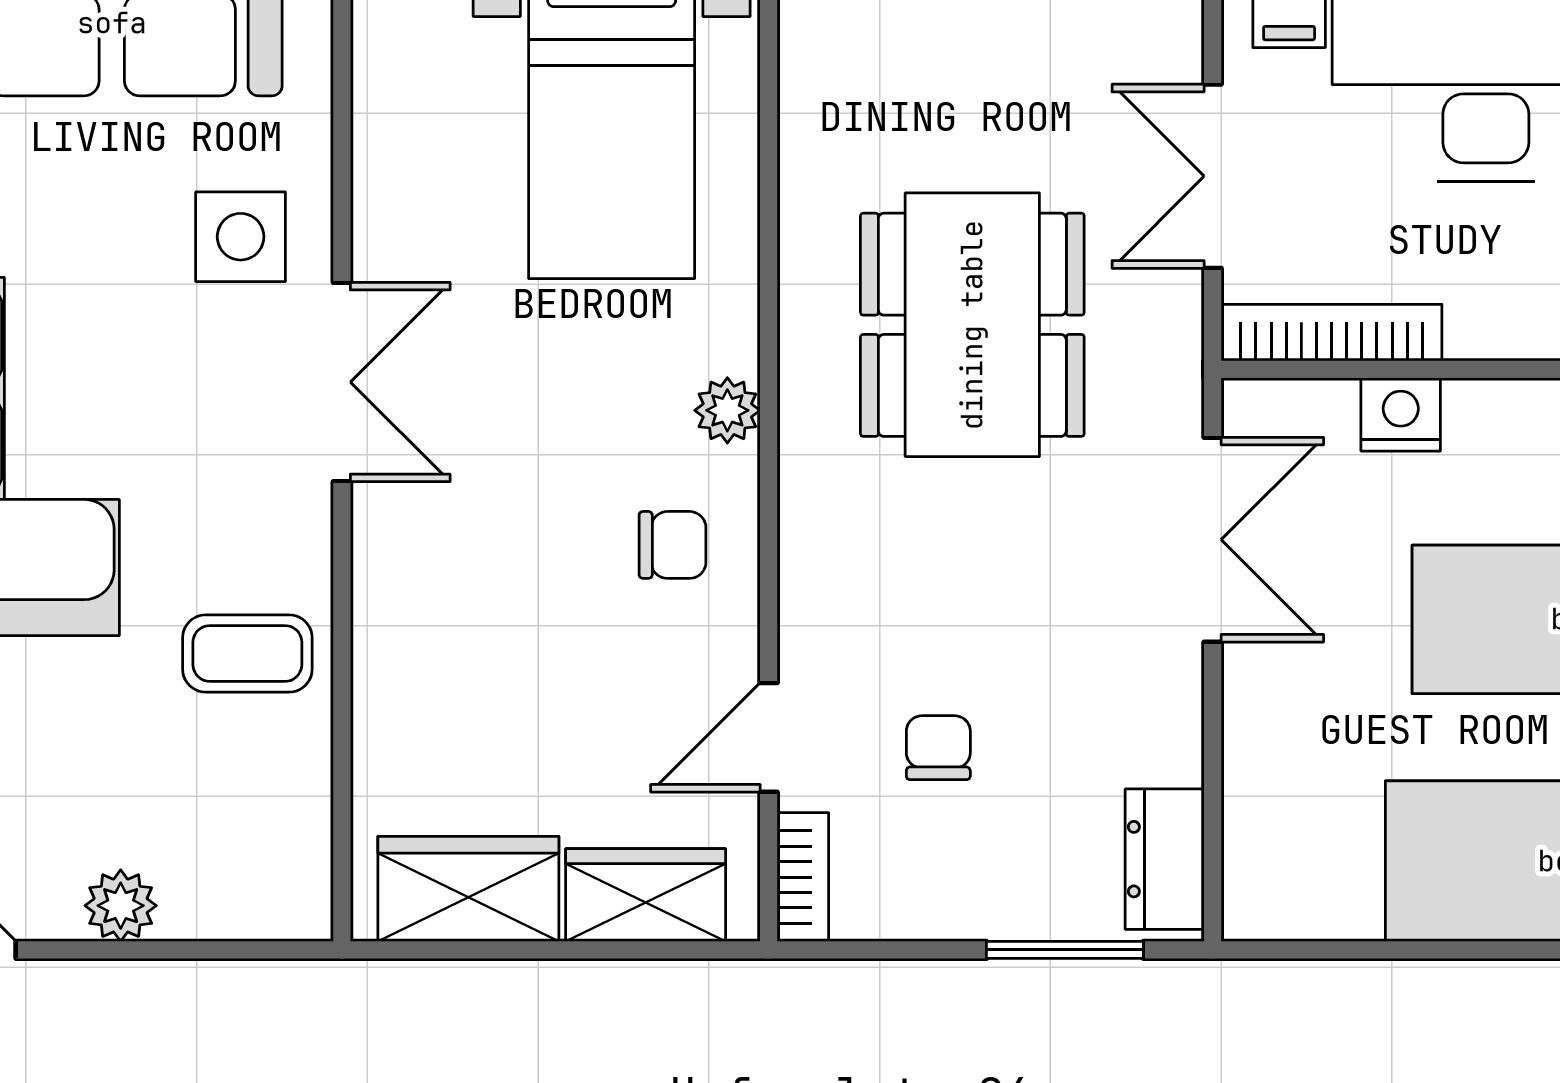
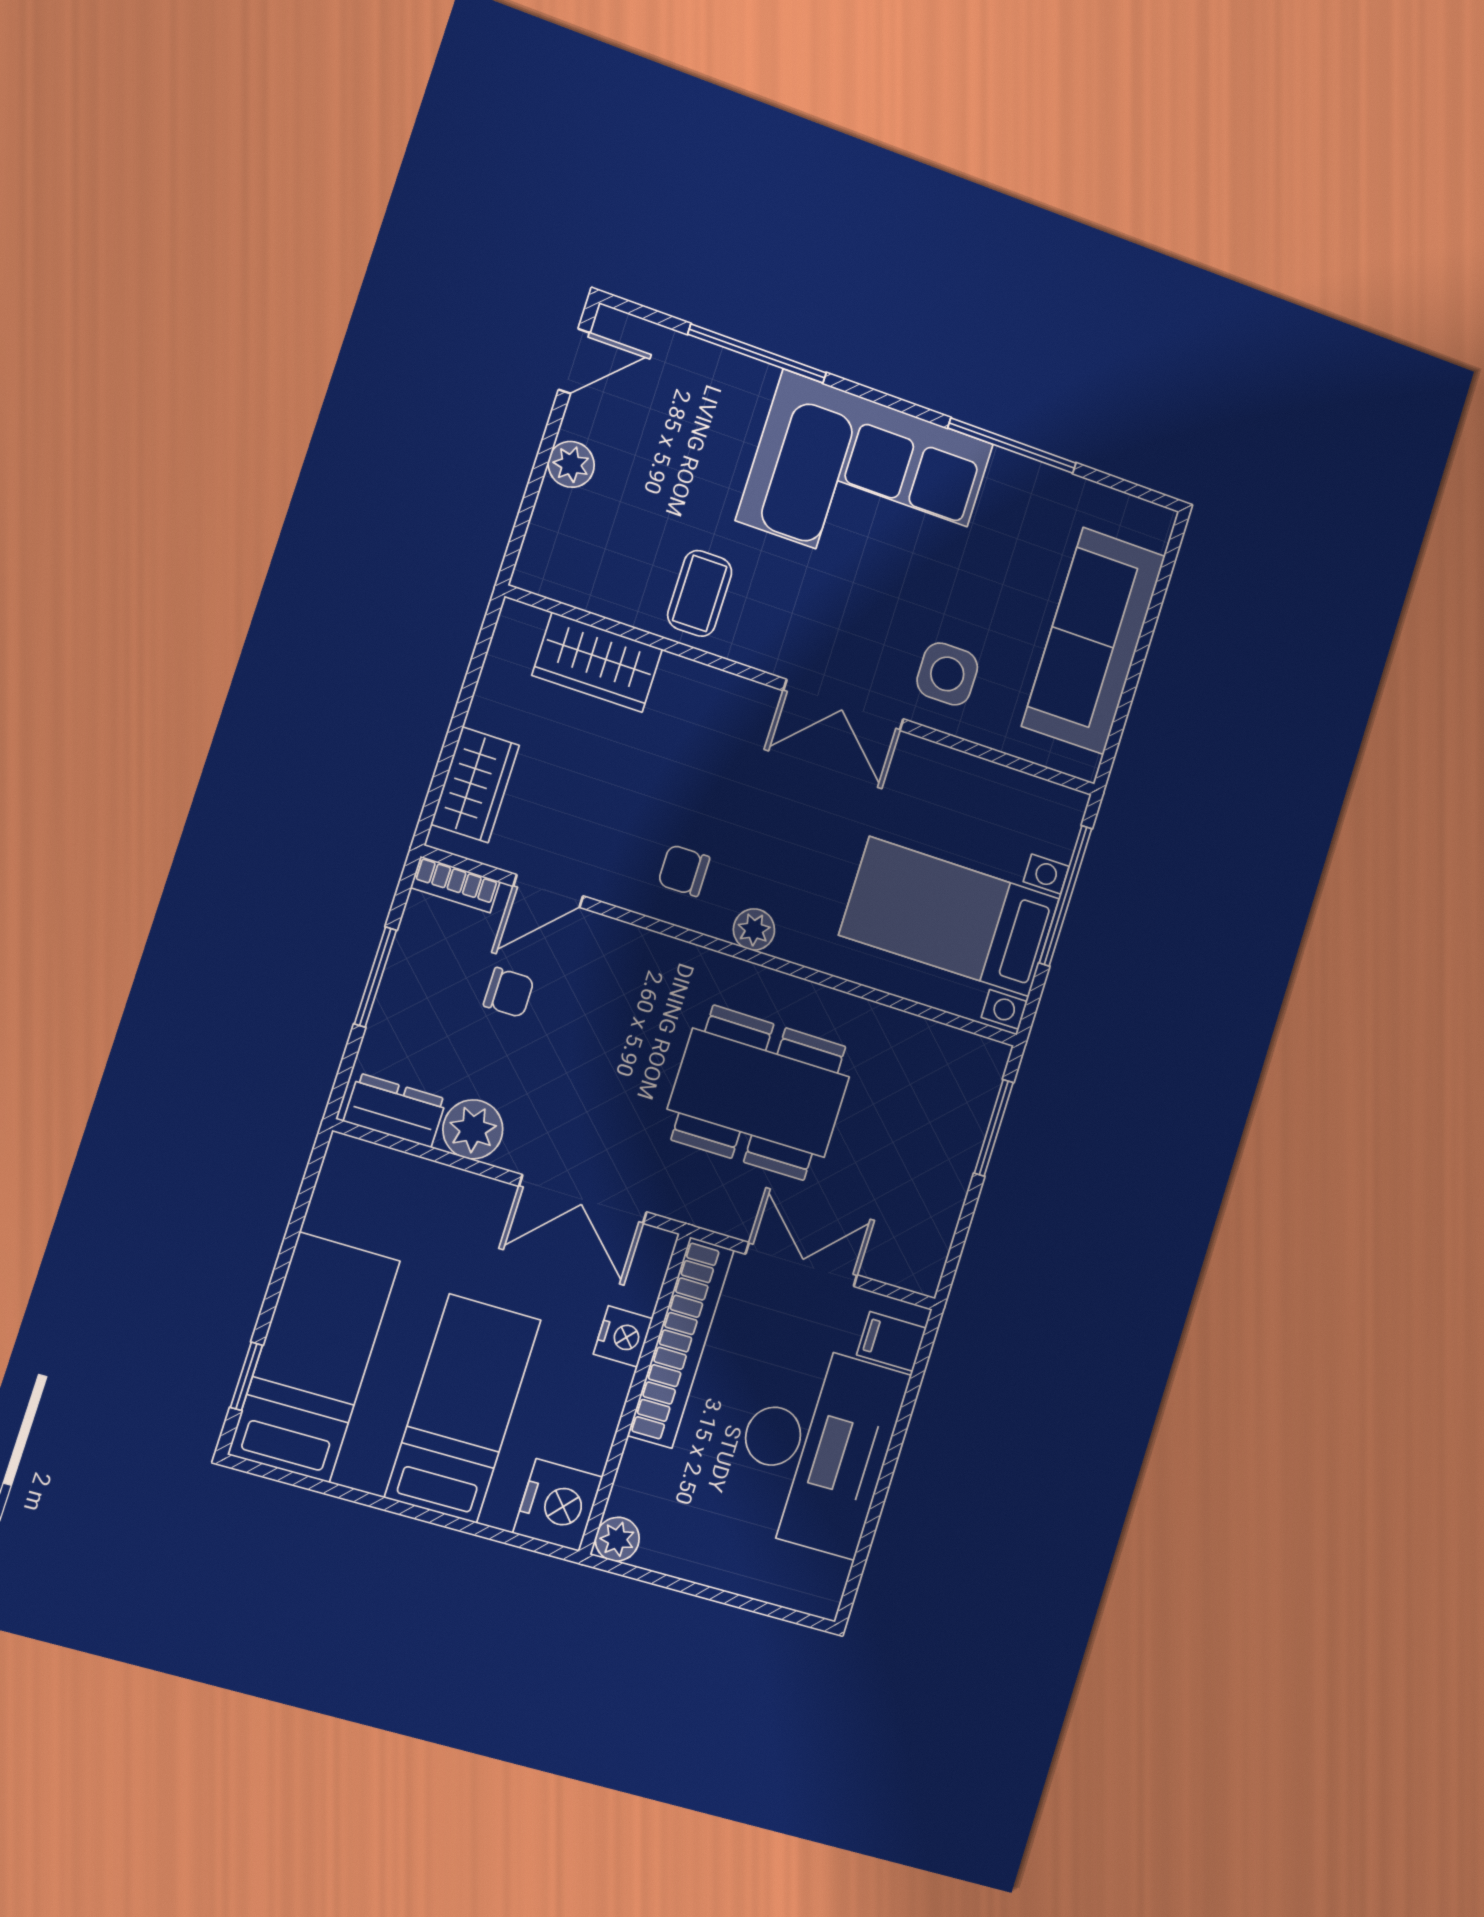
bookcase: (1332, 333) -> (681, 1342), width x1.48, depth x1.31
chair: (673, 545) -> (684, 871), turned 90
plant: (1158, 736) -> (473, 1129), added
door: (769, 737) -> (548, 891), swing flipped
wardrobe: (468, 889) -> (597, 662), moved, turned 90
window: (1065, 950) -> (375, 977), moved

